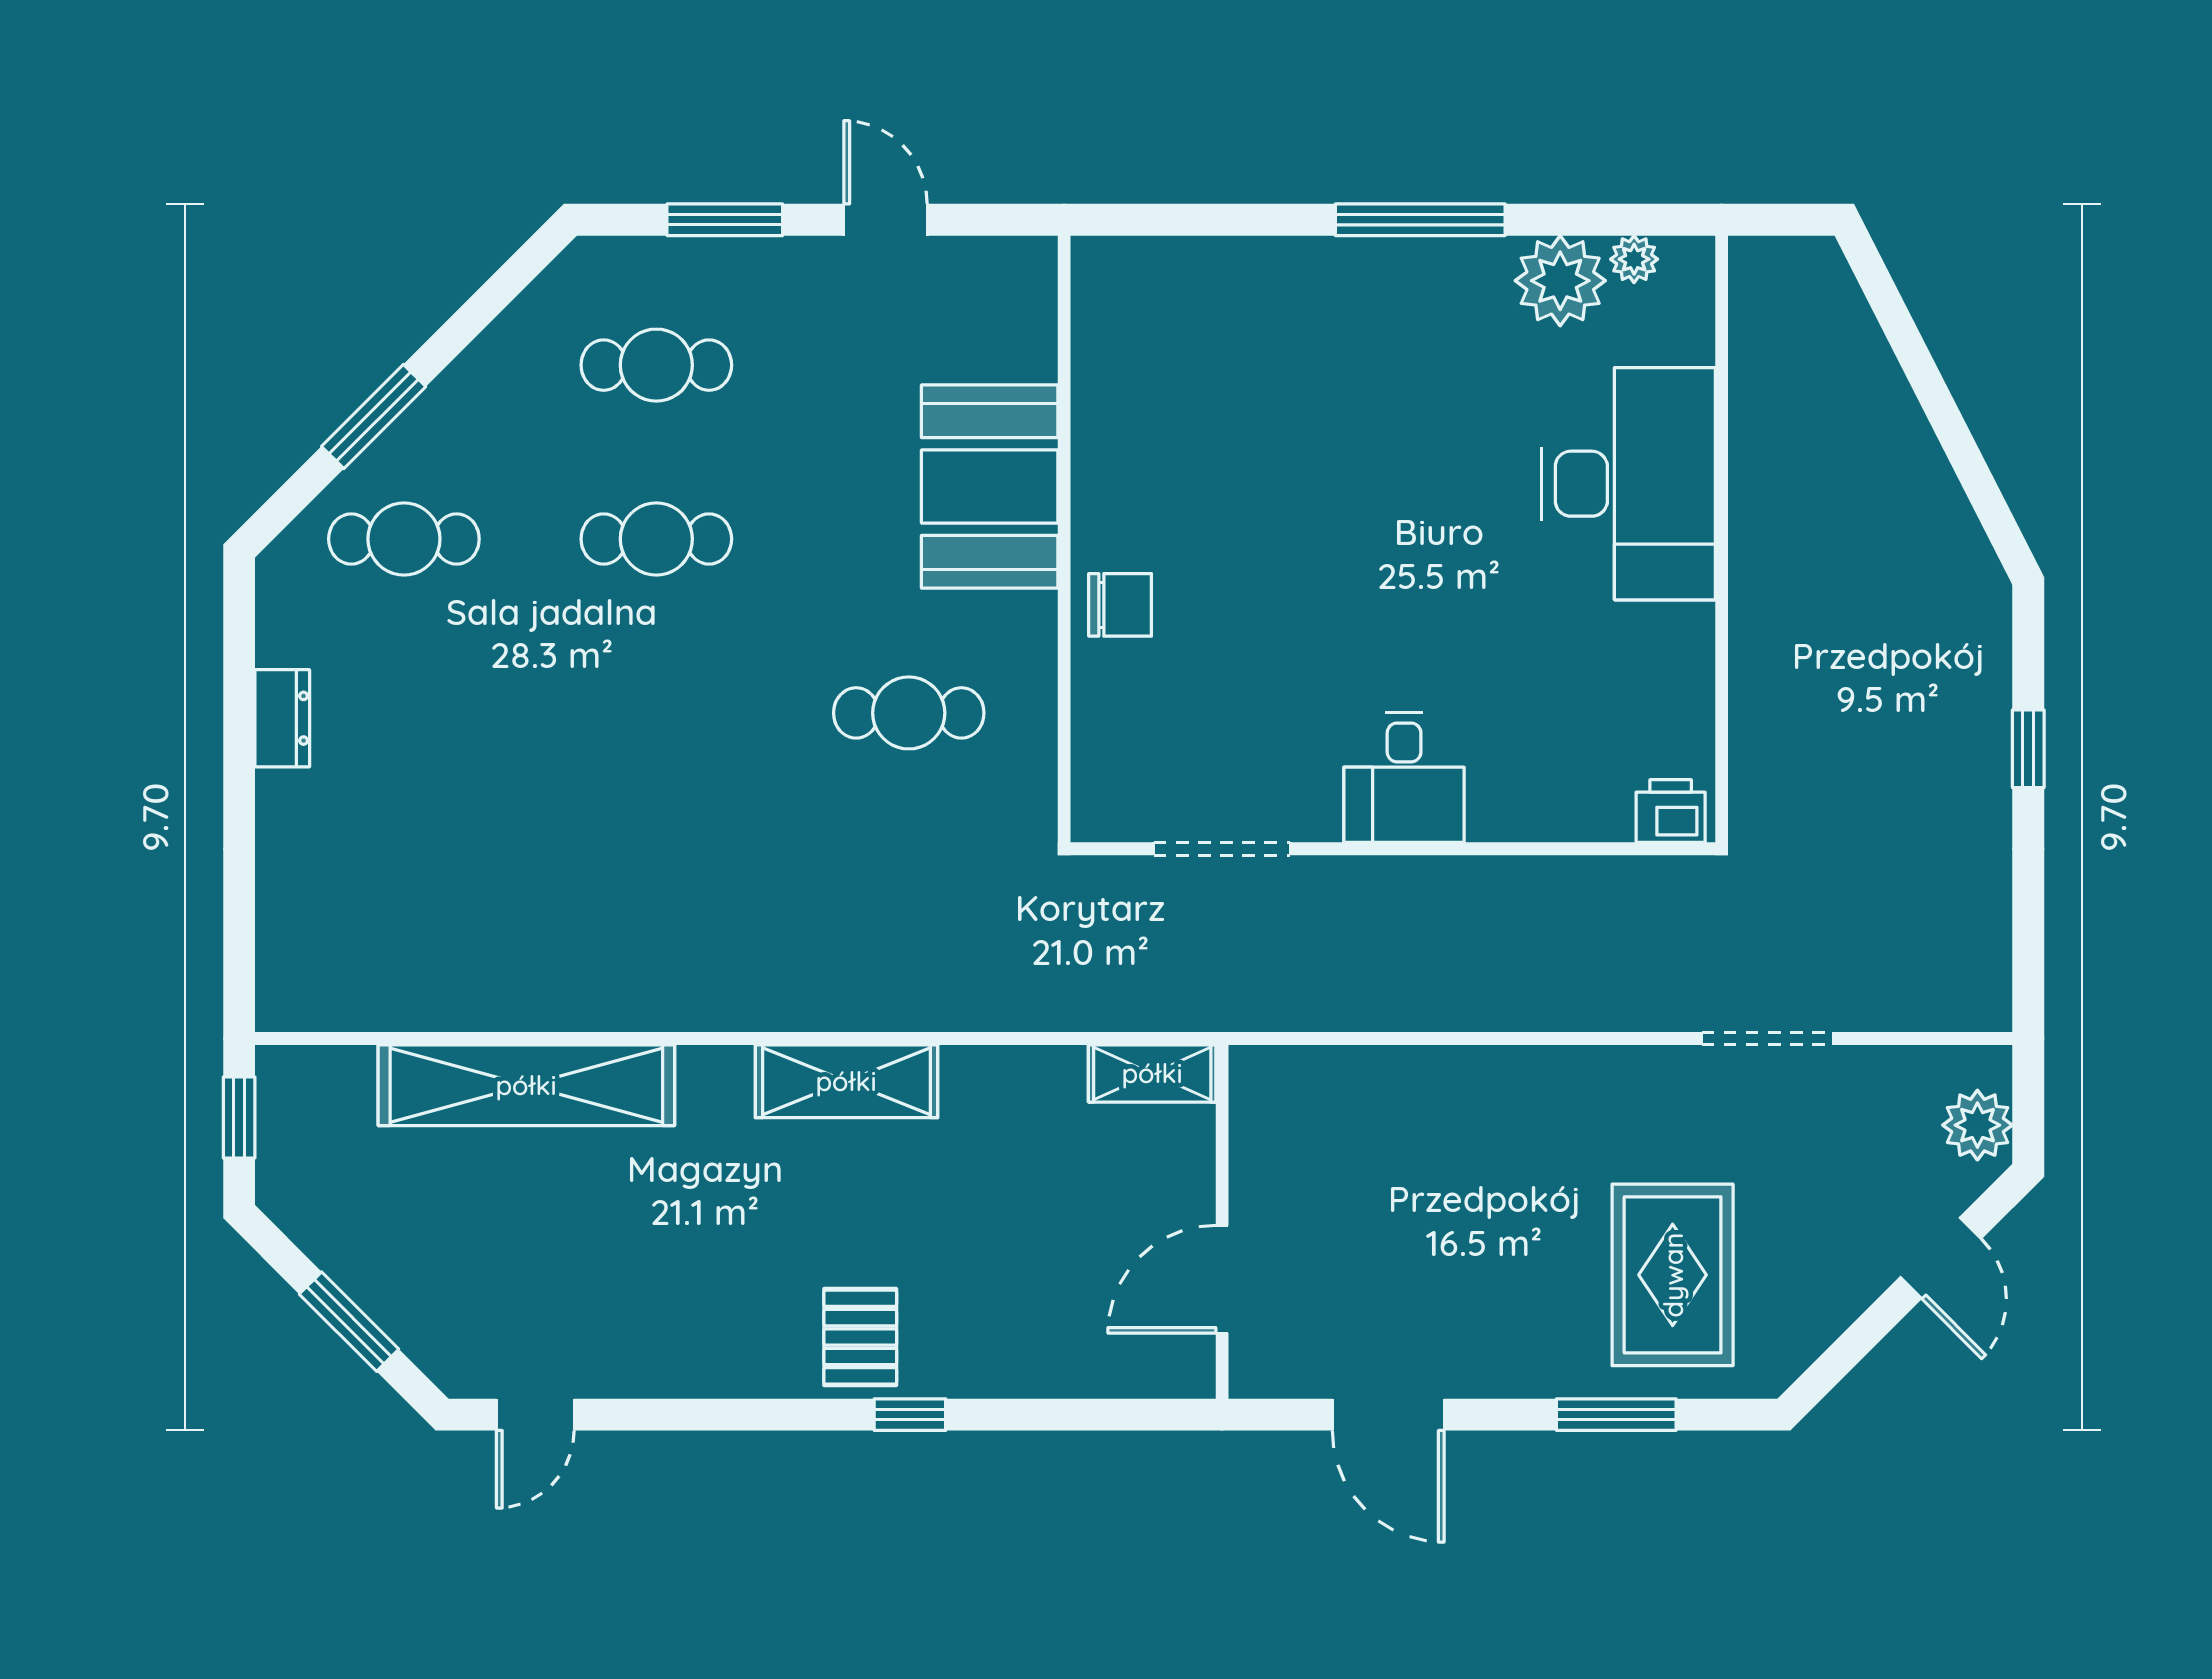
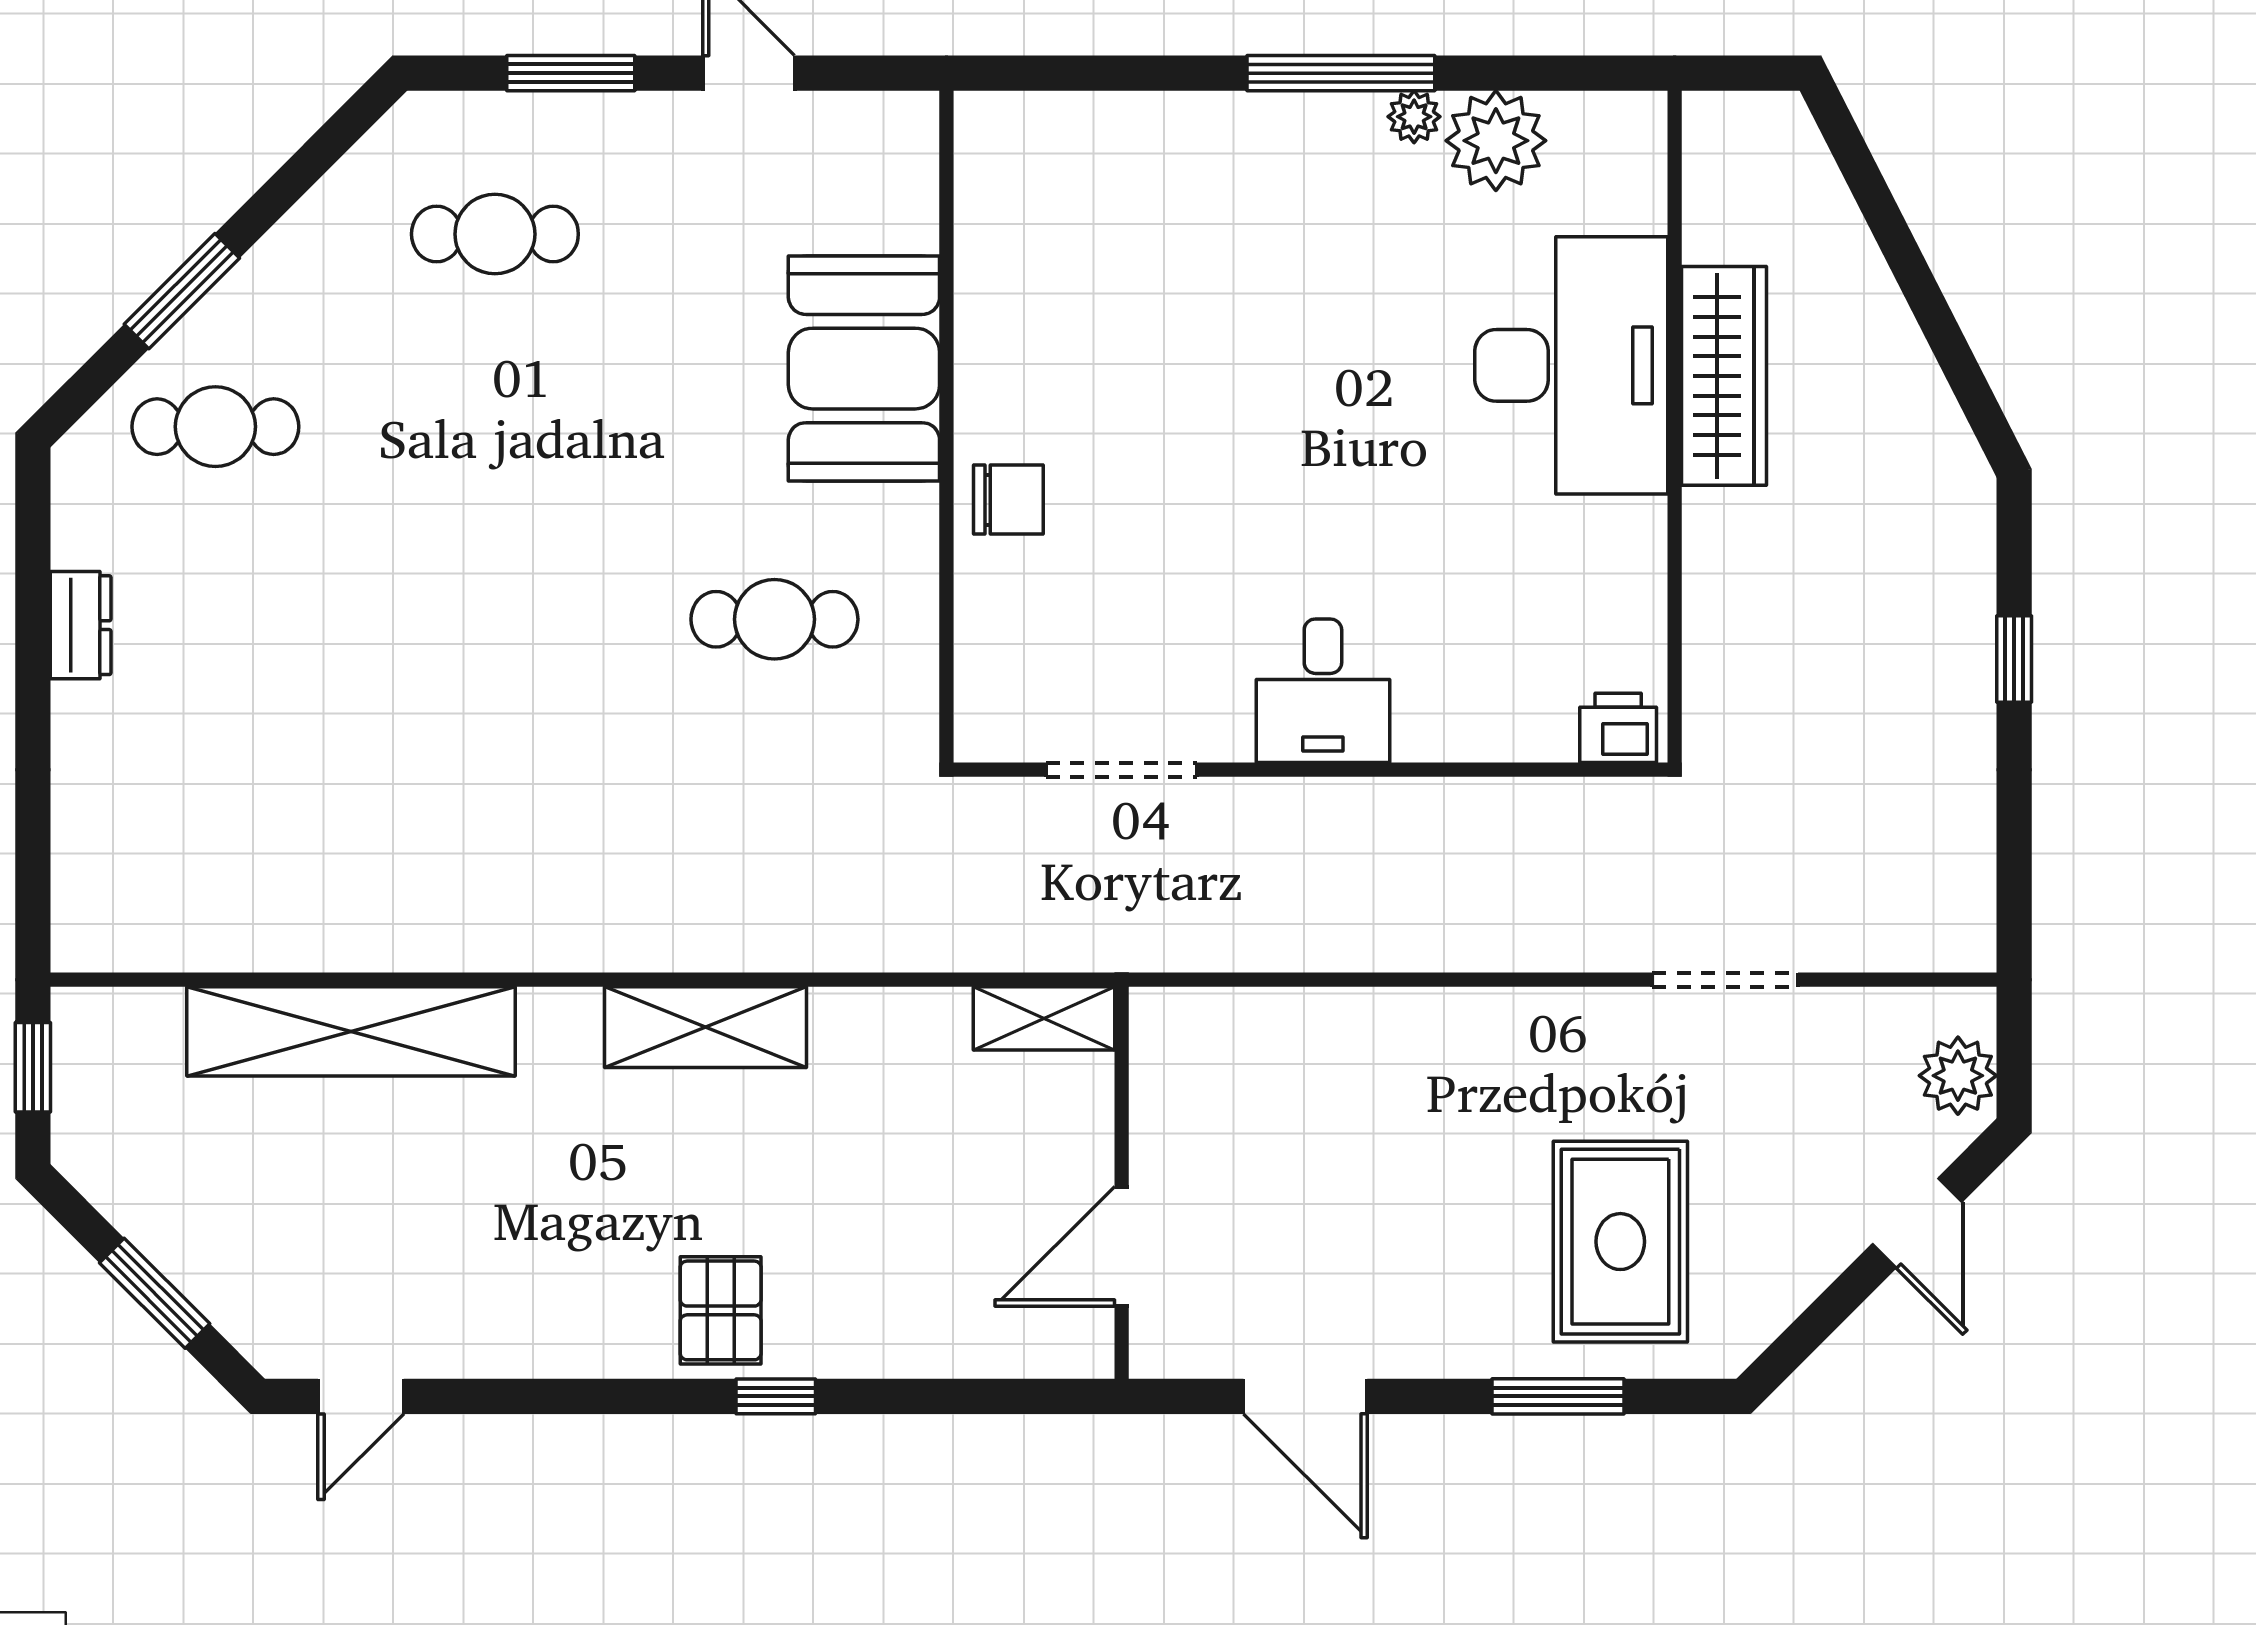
plant: (1634, 259) -> (1414, 117), moved
wardrobe: (1766, 493) -> (1724, 376), added
cafe table: (656, 539) -> (495, 427), removed

